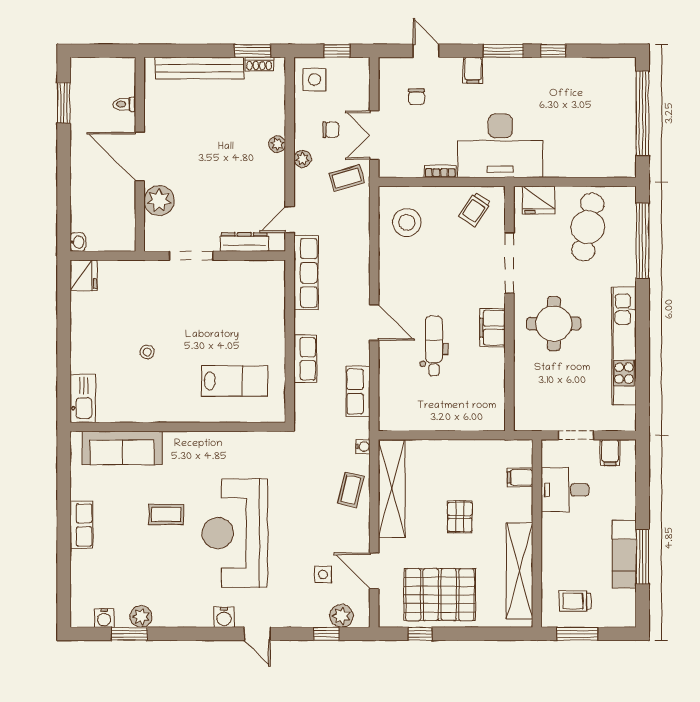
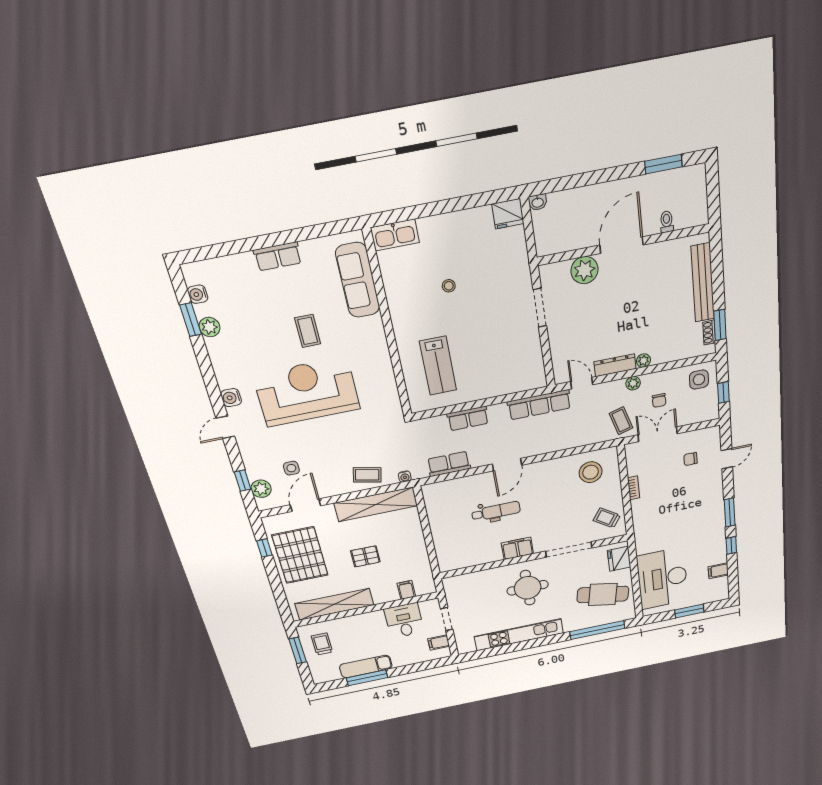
filing cabinet: (473, 70) -> (718, 571), moved
window: (642, 113) -> (689, 611), width x0.47
desk: (500, 146) -> (662, 578), moved
dresser: (244, 242) -> (615, 365), moved, turned -90

